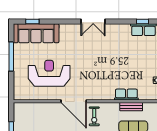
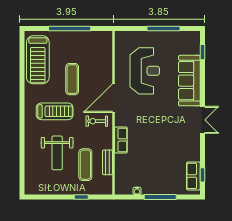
double door: (93, 21) -> (203, 120), swing flipped
sofa: (36, 33) -> (189, 81), moved
row of seats: (126, 95) -> (121, 140), moved

